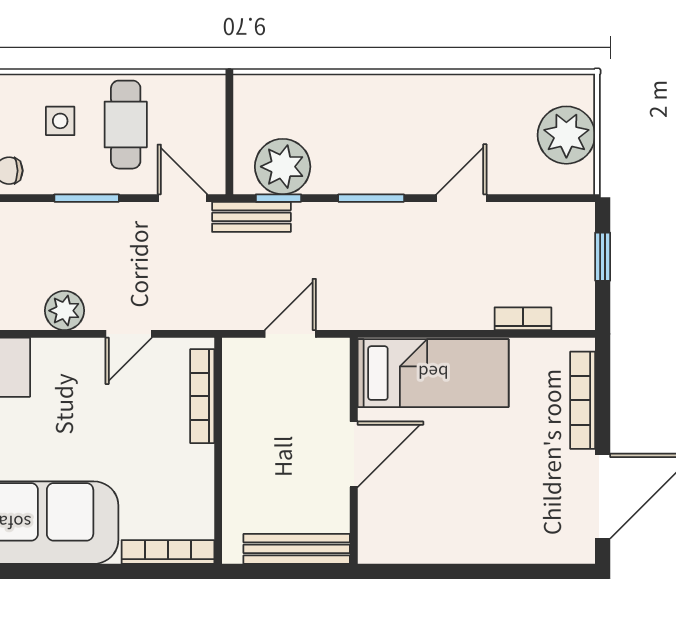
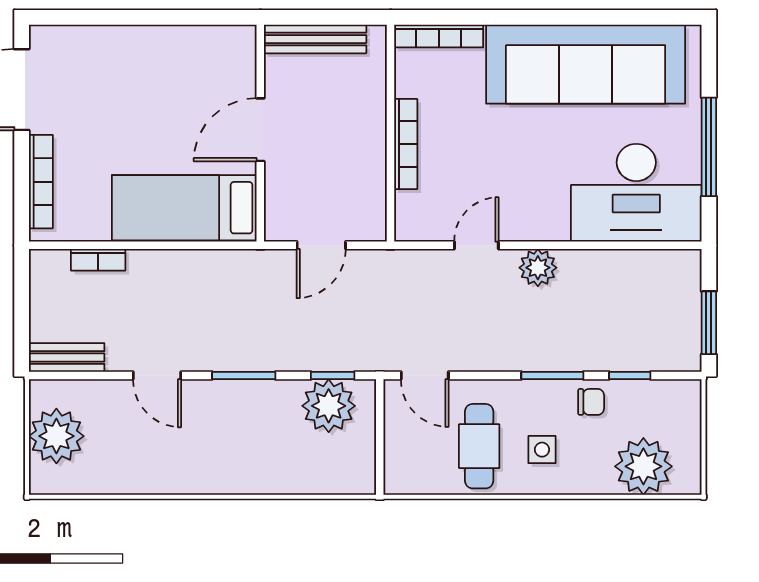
window: (87, 198) -> (552, 376), moved
door: (461, 198) -> (157, 376), hinge flipped
bench: (251, 217) -> (67, 358), moved
window: (603, 257) -> (22, 319), removed
bookcase: (202, 396) -> (406, 144), moved

